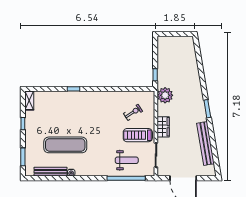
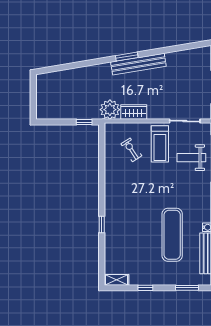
wardrobe: (163, 127) -> (134, 112), moved
bench: (206, 143) -> (138, 64), moved
weight bench: (127, 160) -> (191, 158), turned -90

